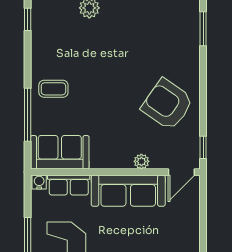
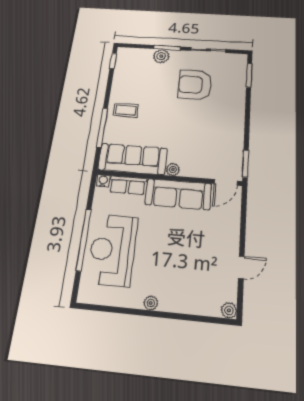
armchair: (167, 104) -> (195, 85), moved, turned -35
window: (203, 147) -> (246, 164), width x1.50
sofa: (60, 152) -> (133, 159), width x1.36
plant: (141, 161) -> (173, 169), moved

